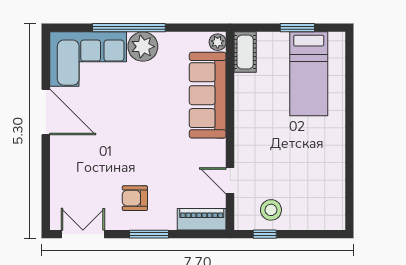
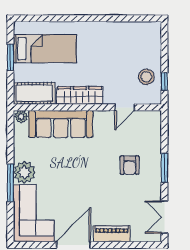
window: (129, 28) -> (10, 183), width x0.68
cot: (245, 52) -> (34, 93), width x1.37, depth x1.34
wardrobe: (246, 121) -> (80, 95), added
armchair: (135, 198) -> (130, 165), moved
piano: (202, 219) -> (112, 234), moved, turned 90

